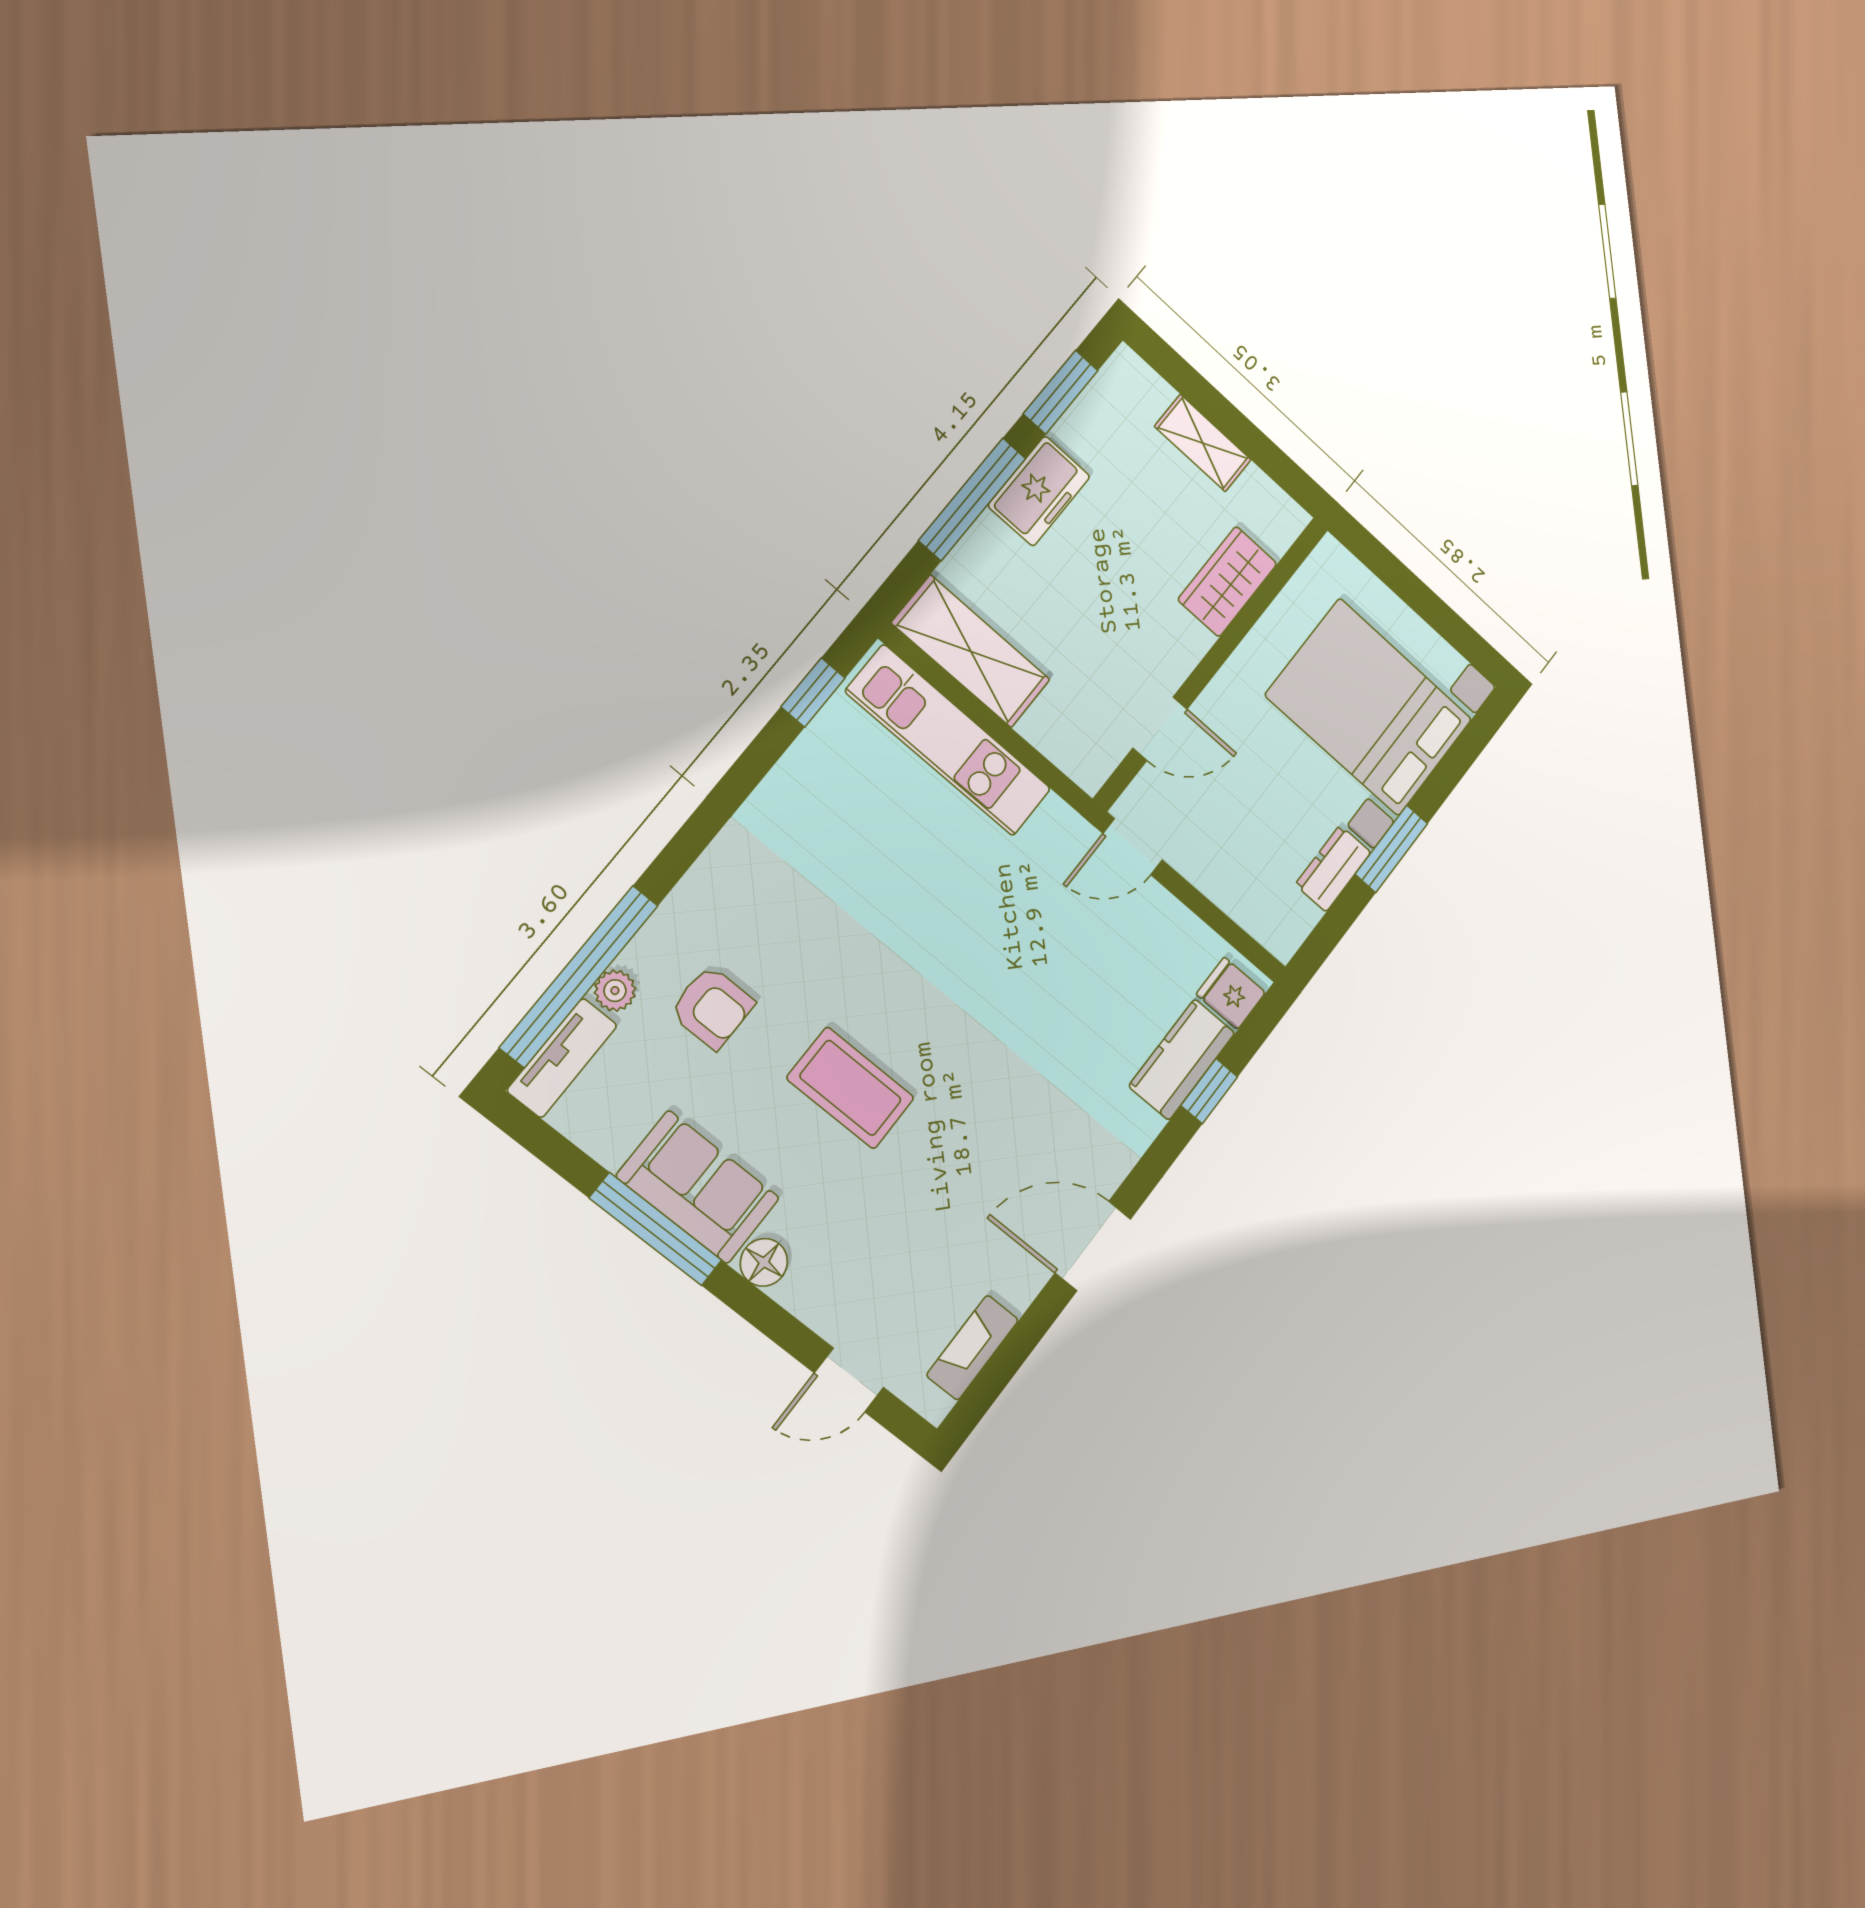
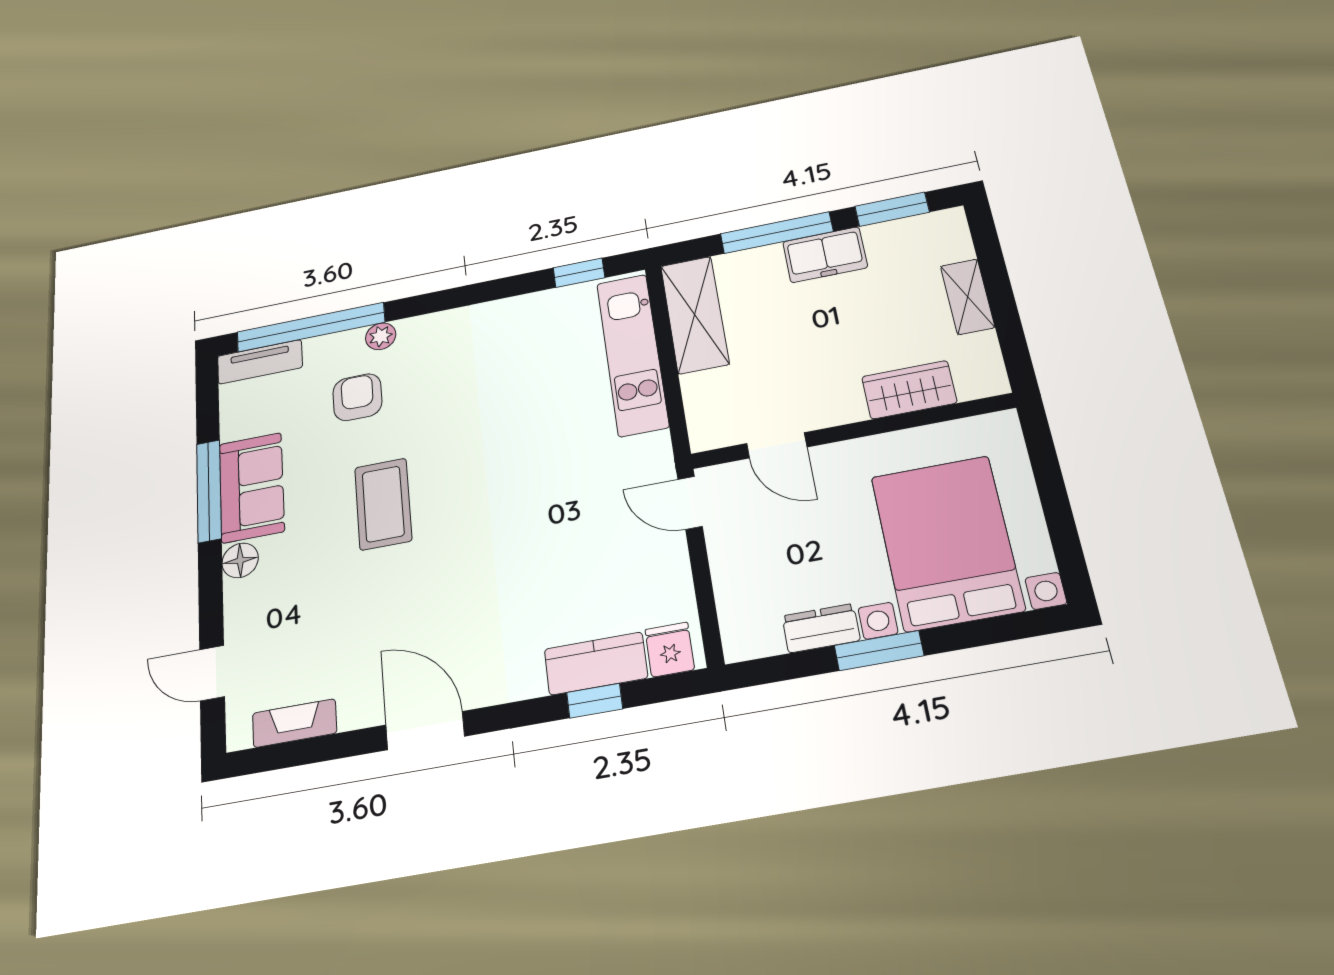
plant: (615, 991) -> (381, 336), moved
armchair: (712, 1007) -> (357, 397), turned 180

